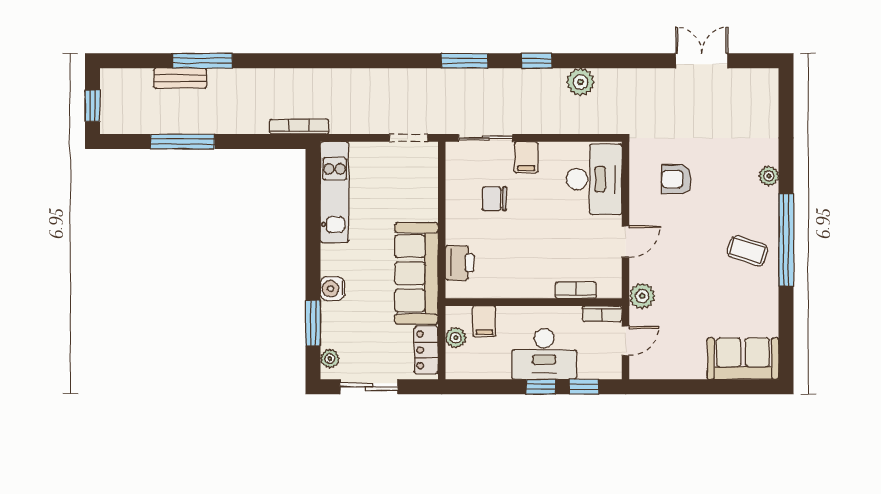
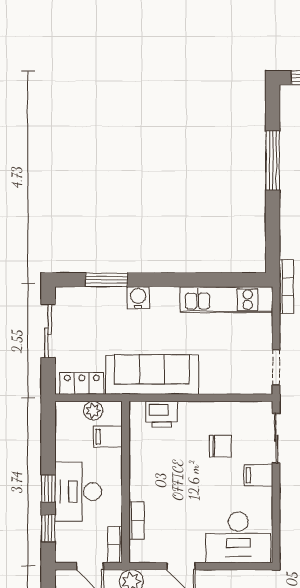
bookcase: (299, 127) -> (286, 287), moved
chair: (495, 199) -> (220, 446), turned 90
plant: (330, 359) -> (74, 295), removed

